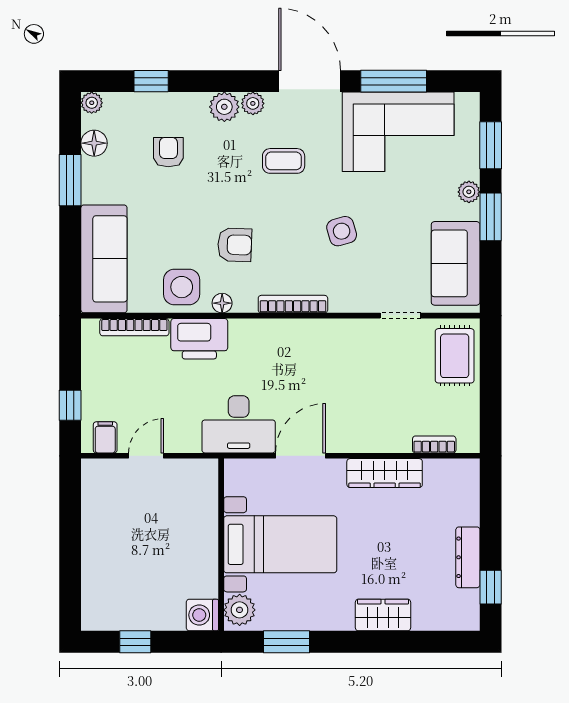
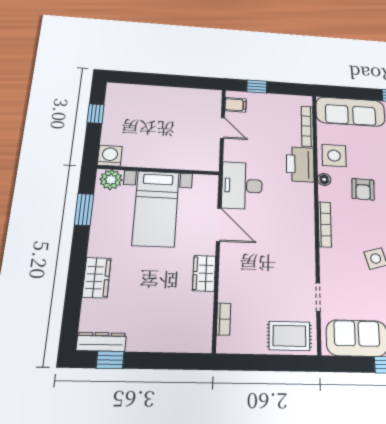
wardrobe: (385, 473) -> (204, 273), width x0.67
dresser: (468, 557) -> (101, 342), moved

